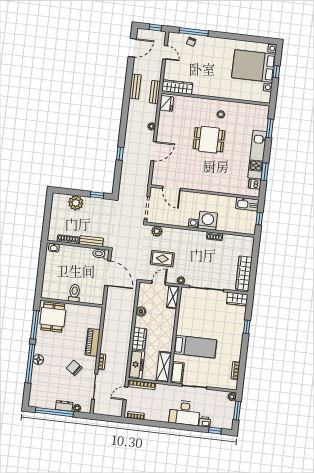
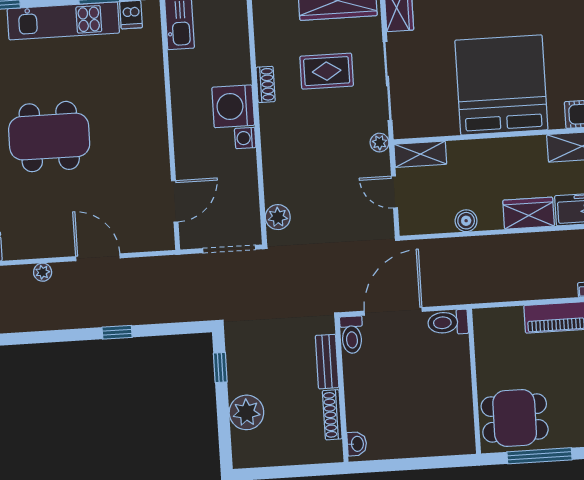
dining table: (209, 140) -> (49, 137), width x1.37
rug: (162, 259) -> (327, 71), moved, turned 90
toilet: (74, 293) -> (448, 322), moved
bed: (195, 347) -> (501, 85), width x2.04

